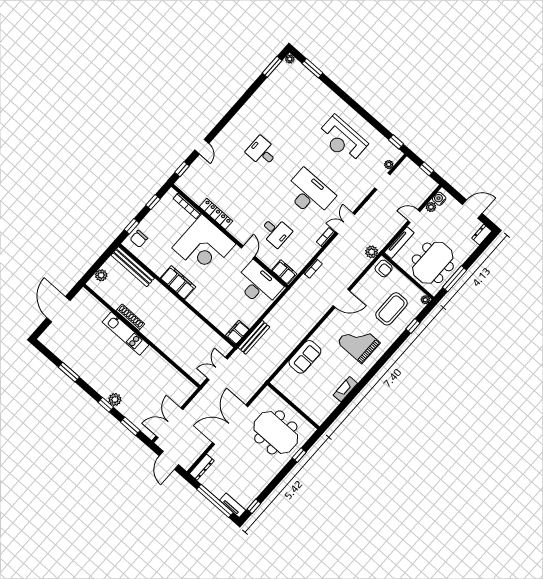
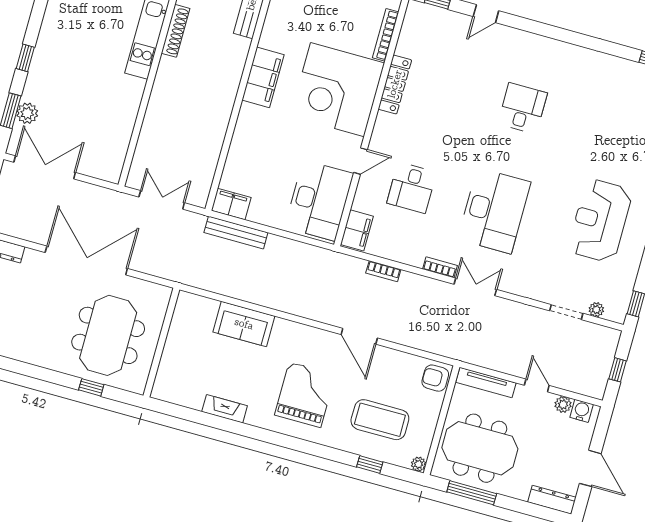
dresser: (482, 235) -> (552, 500), width x1.44
plant: (372, 252) -> (452, 348), removed
armchair: (384, 268) -> (435, 378), turned 90
plant: (115, 399) -> (27, 113), moved

